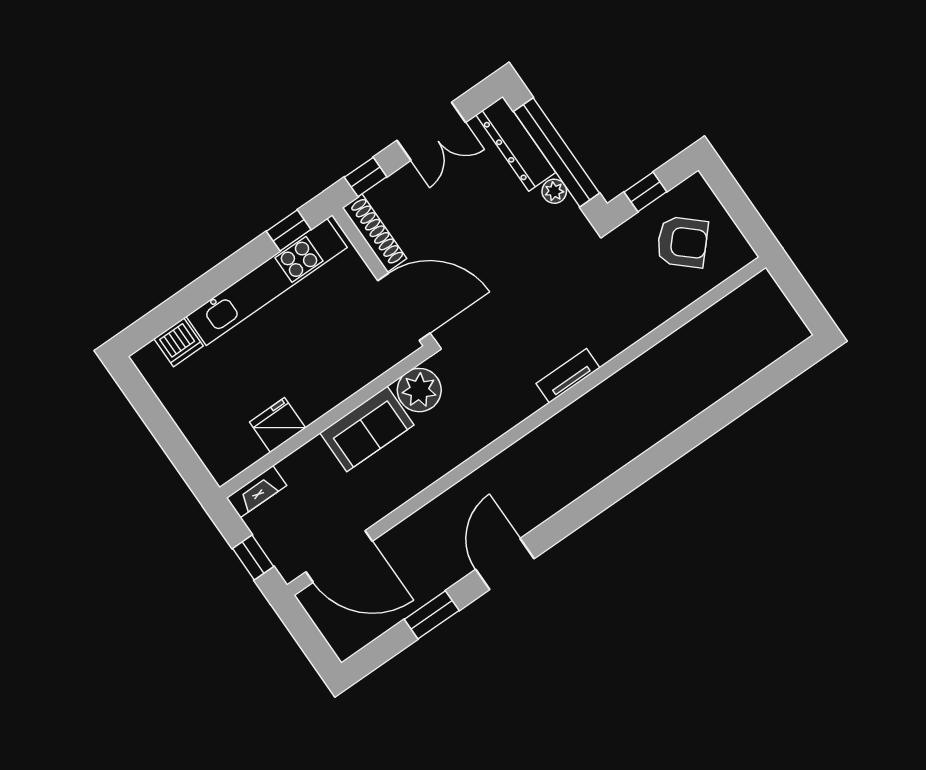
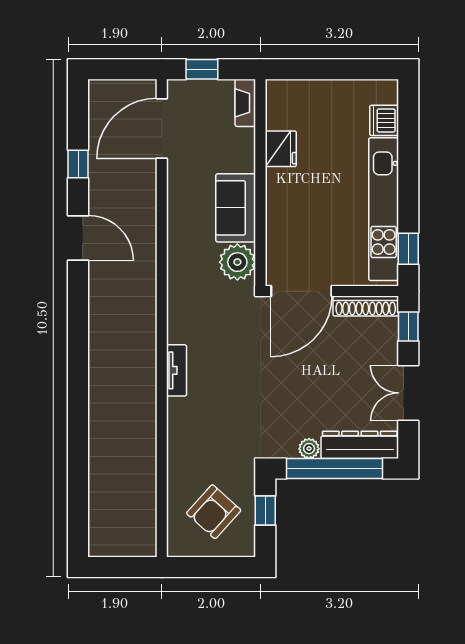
window: (432, 615) -> (78, 164), width x0.67

